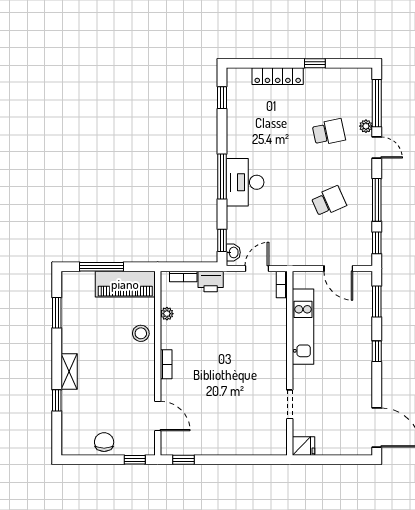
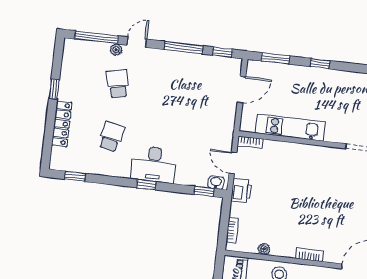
window: (222, 176) -> (146, 185), width x0.46
school desk: (329, 201) -> (111, 137), moved, turned 36
printer: (211, 281) -> (241, 191), moved

